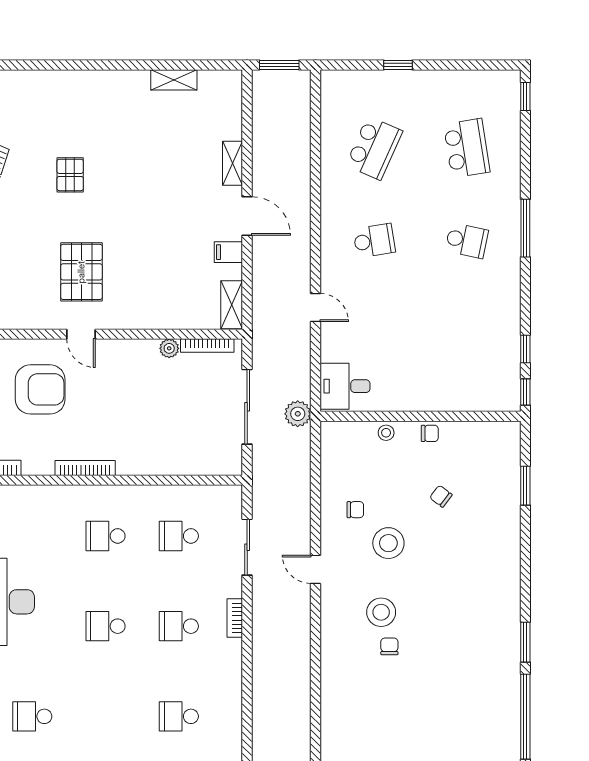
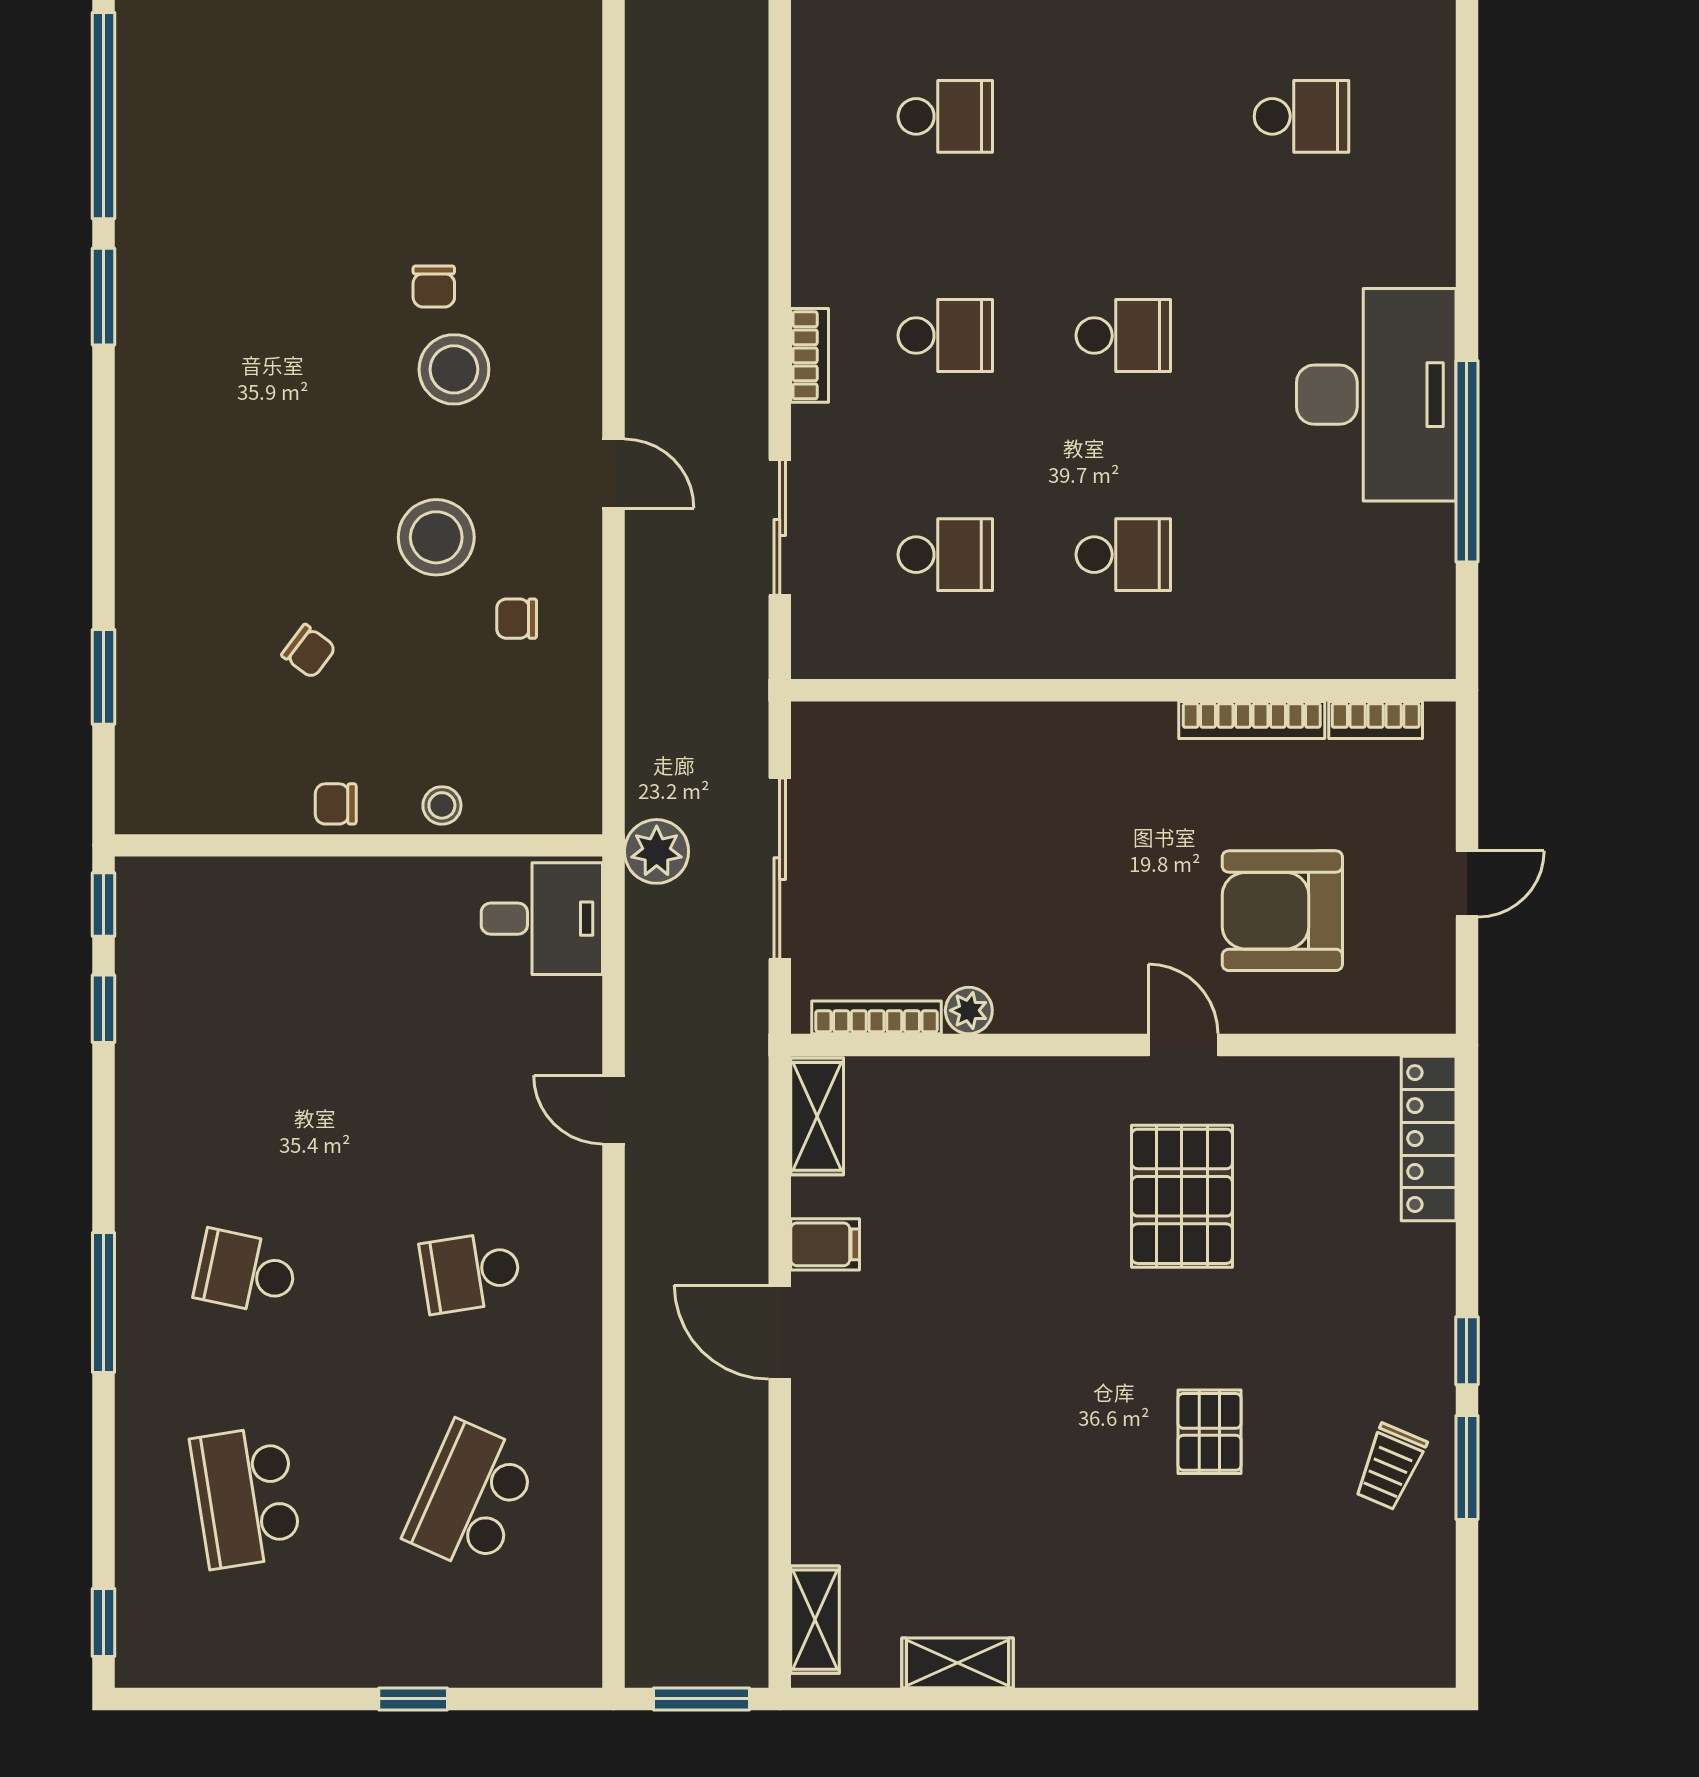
shelving: (233, 163) -> (815, 1620), moved
bookcase: (85, 468) -> (1252, 720), moved

